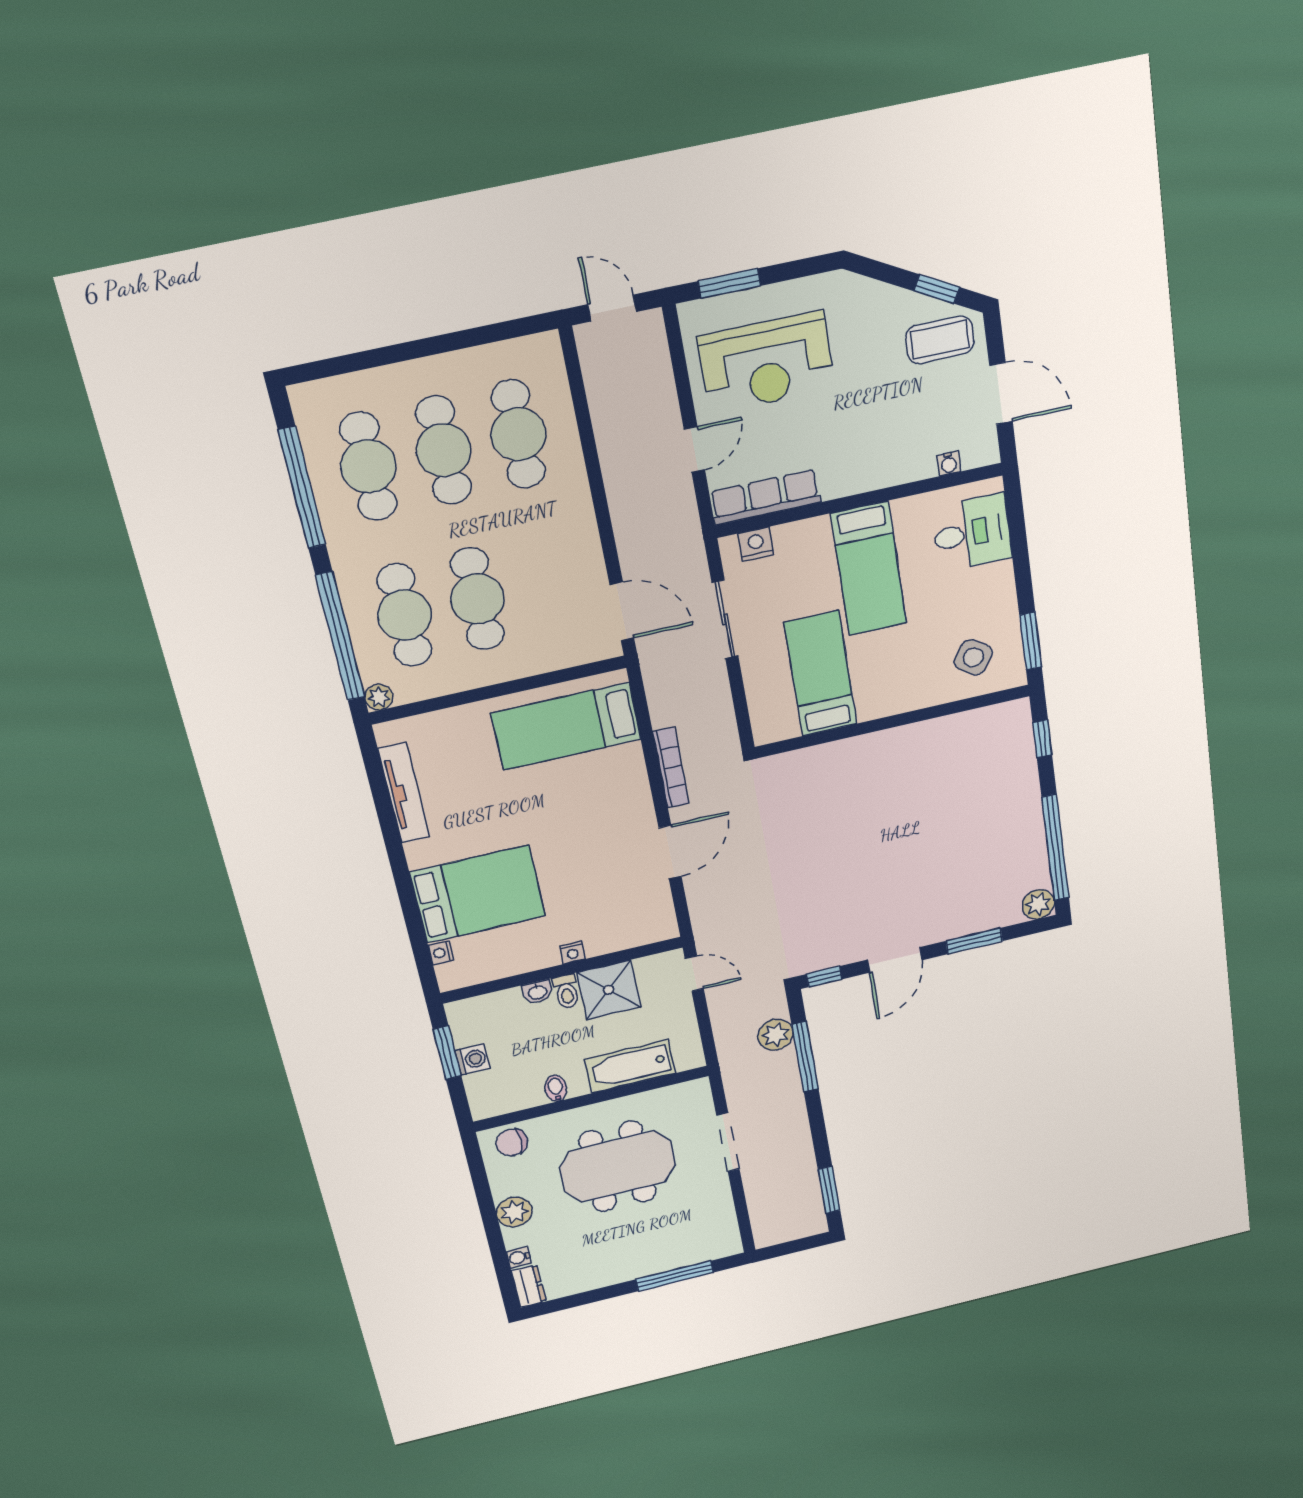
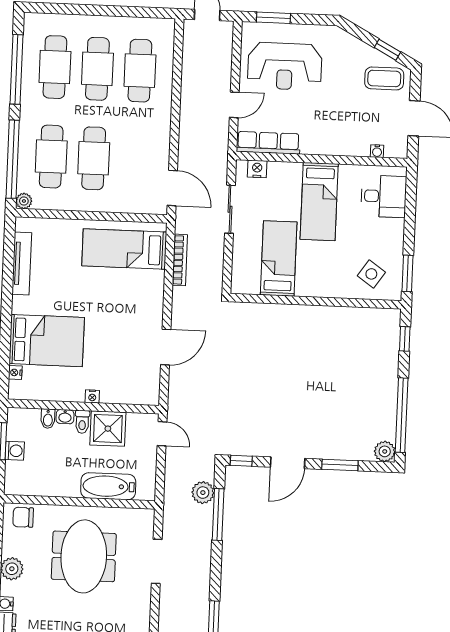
bookcase: (671, 768) -> (180, 260), moved
bidet: (556, 1088) -> (48, 419), moved, turned 180
meeting table: (618, 1166) -> (84, 556), turned 90

